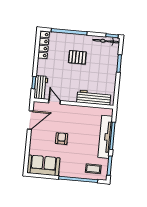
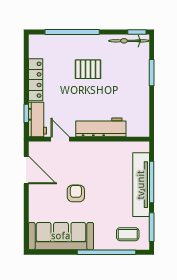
locker: (44, 45) -> (36, 80), moved
workbench: (94, 98) -> (101, 127), moved
door: (30, 120) -> (26, 170), hinge flipped
sofa: (43, 165) -> (61, 236), width x1.36

